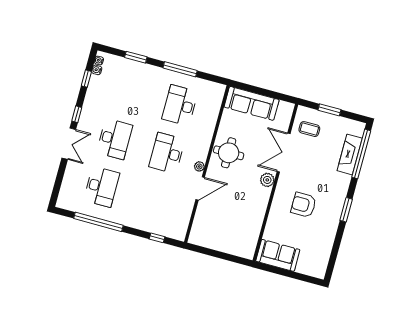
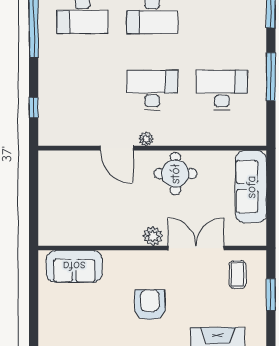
armchair: (304, 205) -> (150, 305), moved
sofa: (278, 255) -> (74, 266), moved, turned 90

